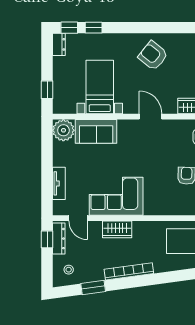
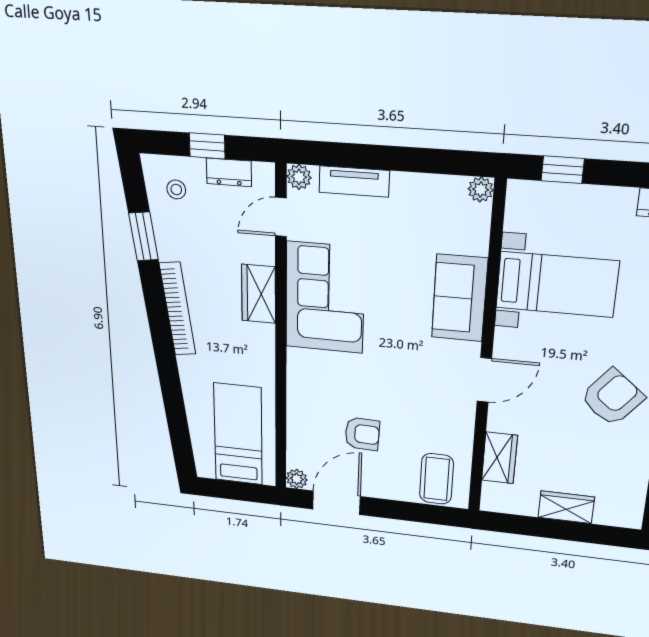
plant: (63, 130) -> (481, 189), width x0.53, depth x0.53
sofa: (96, 131) -> (459, 298), moved
plant: (58, 210) -> (299, 177), added
window: (47, 239) -> (207, 146), moved
dresser: (59, 239) -> (229, 172), width x0.70

